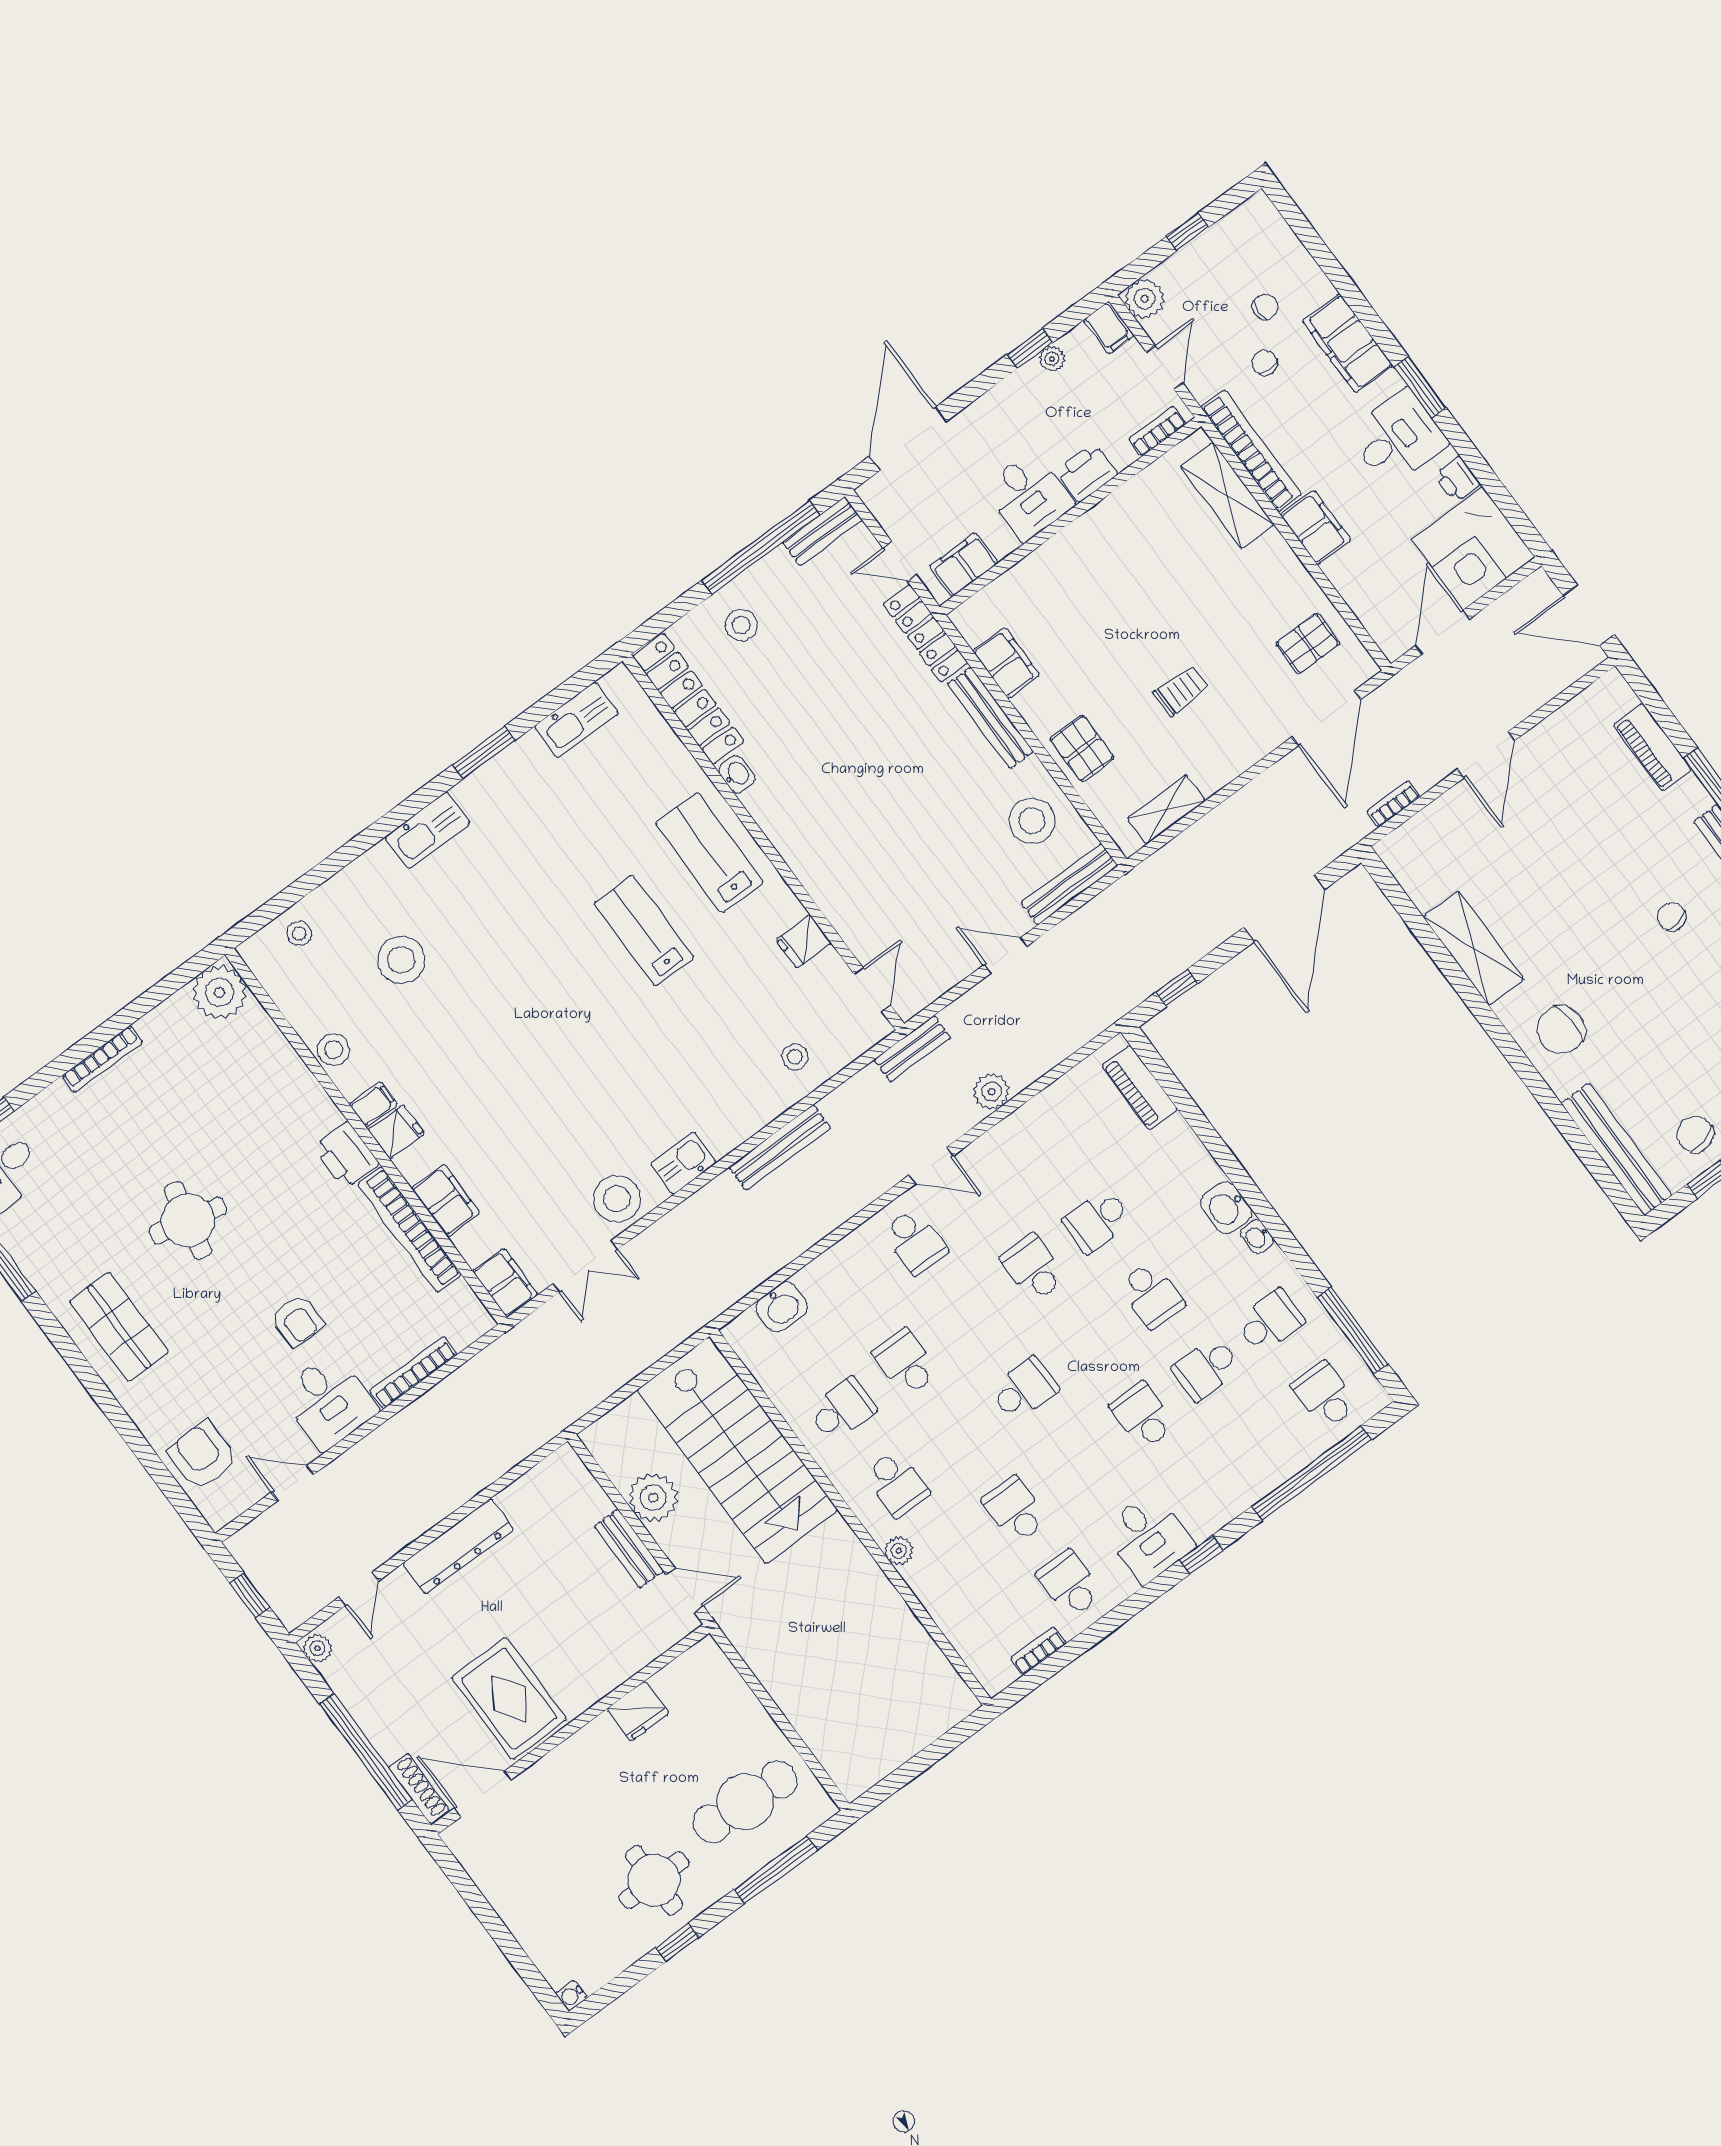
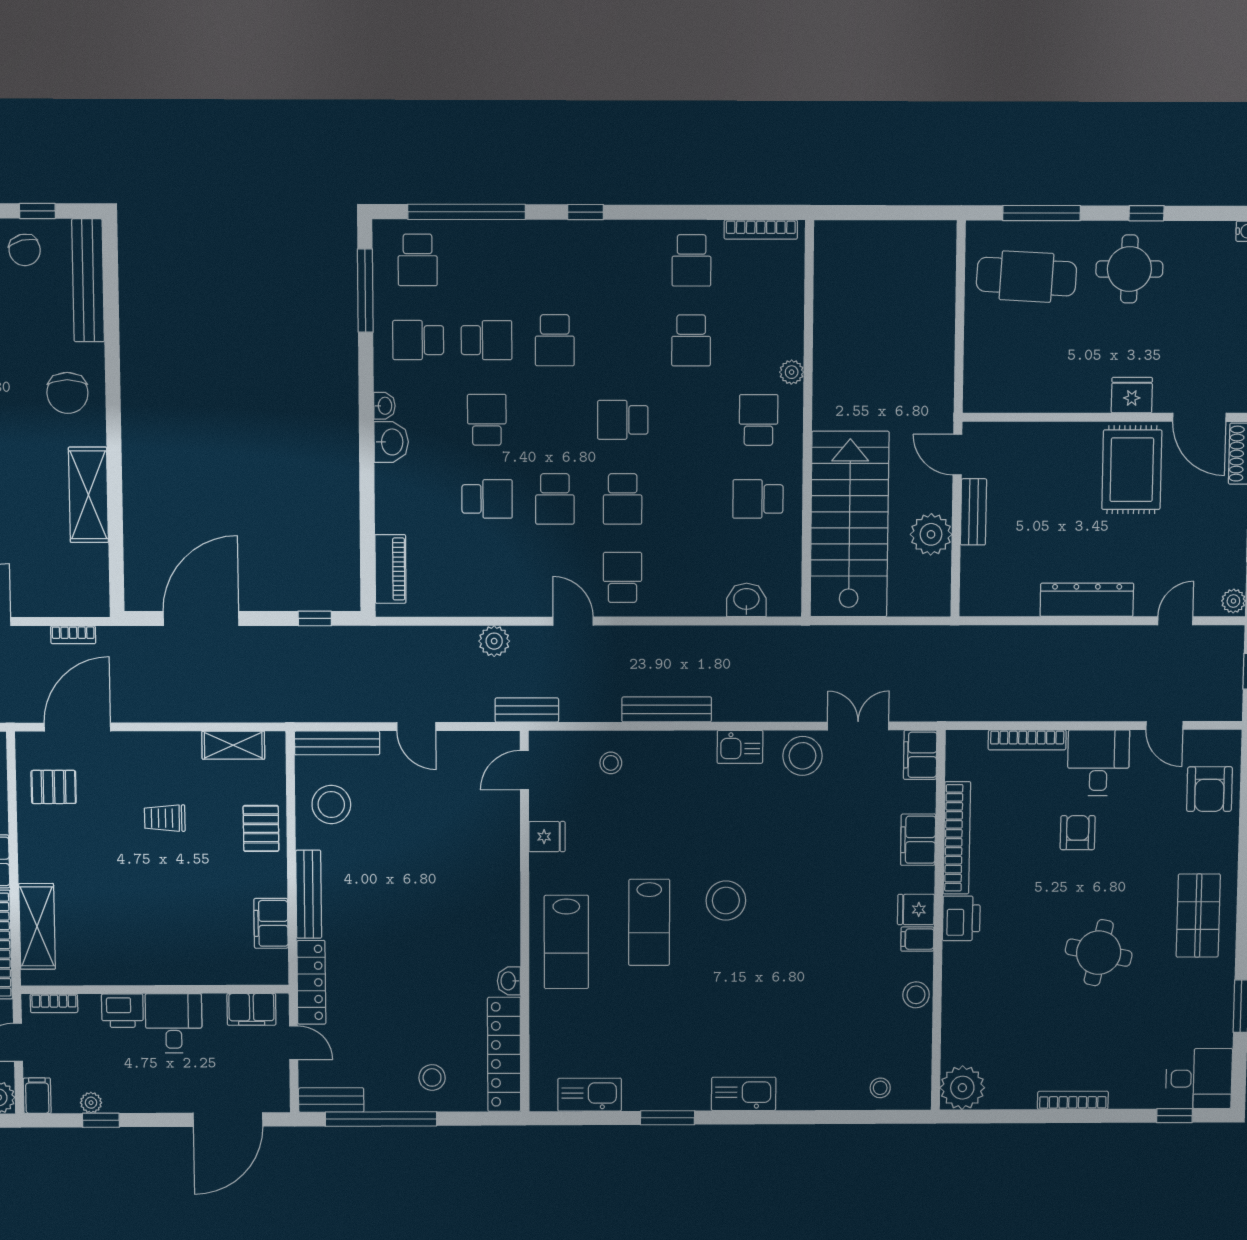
stool: (401, 960) -> (726, 901), moved
chair: (1561, 1030) -> (67, 393), turned 94
school desk: (906, 1362) -> (623, 499), moved
desk: (1148, 1537) -> (613, 252), removed
bookcase: (1038, 1651) -> (761, 230), width x1.56
fridge: (638, 1711) -> (1132, 395), moved

